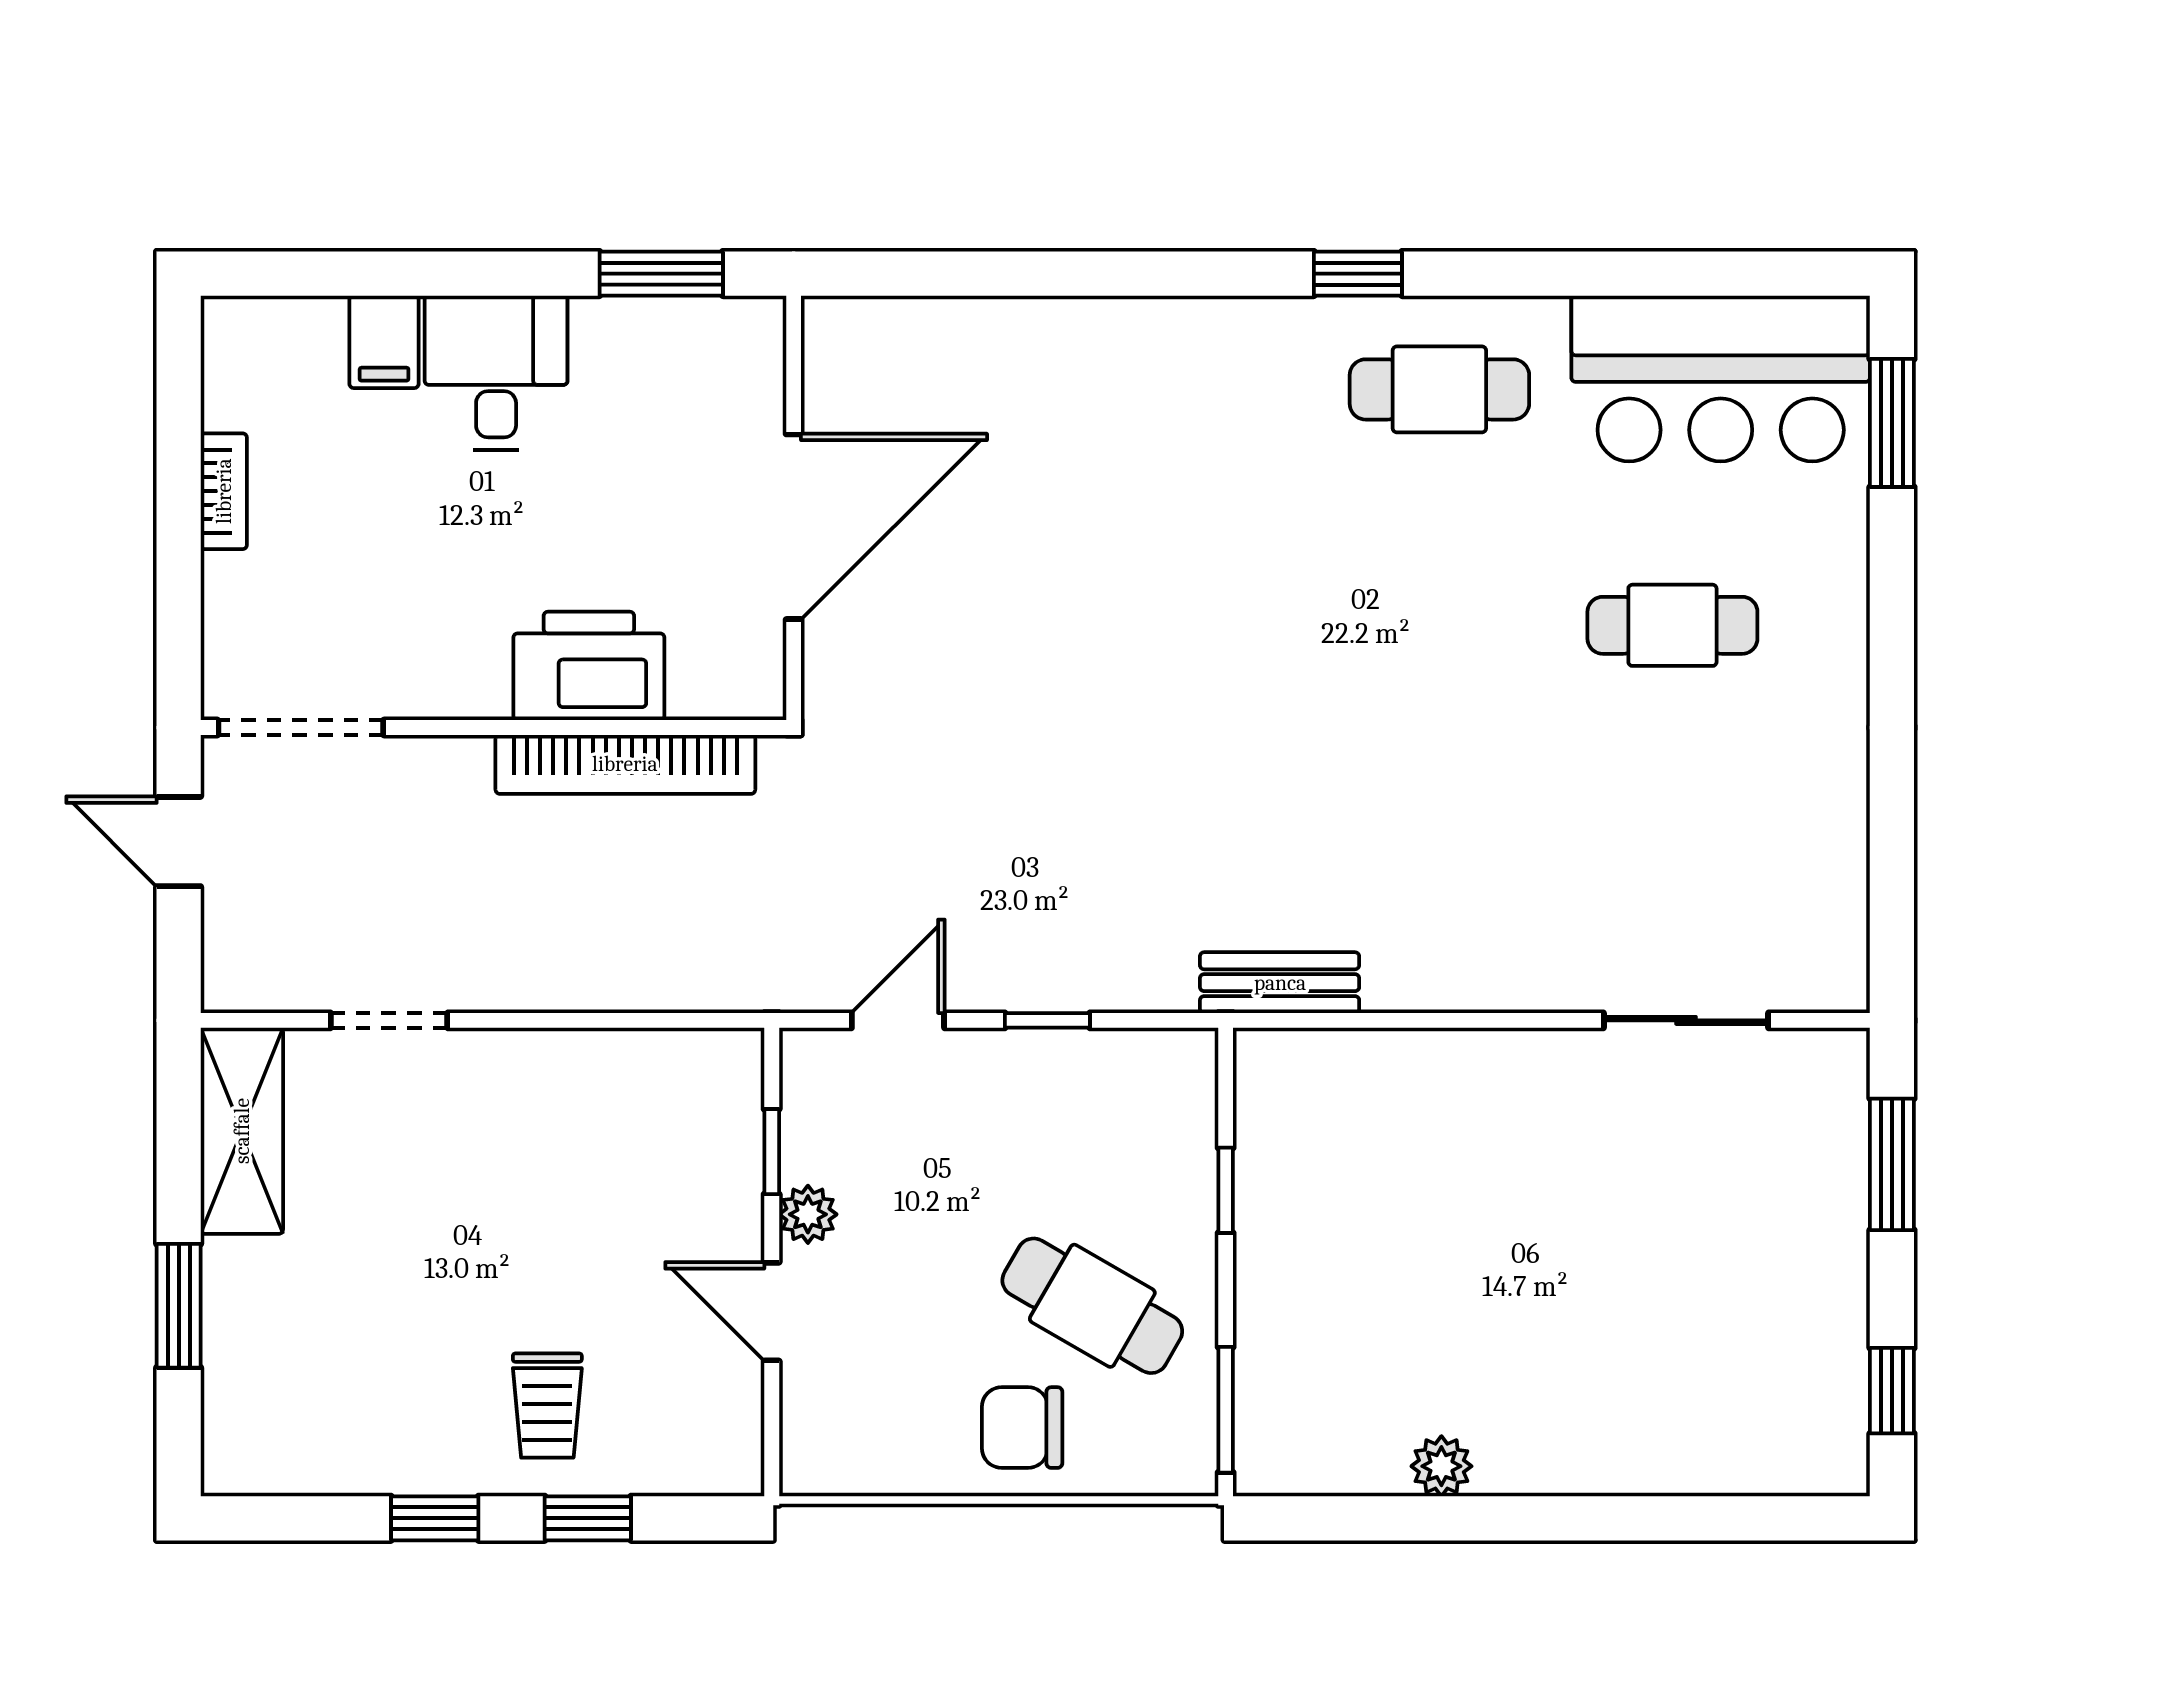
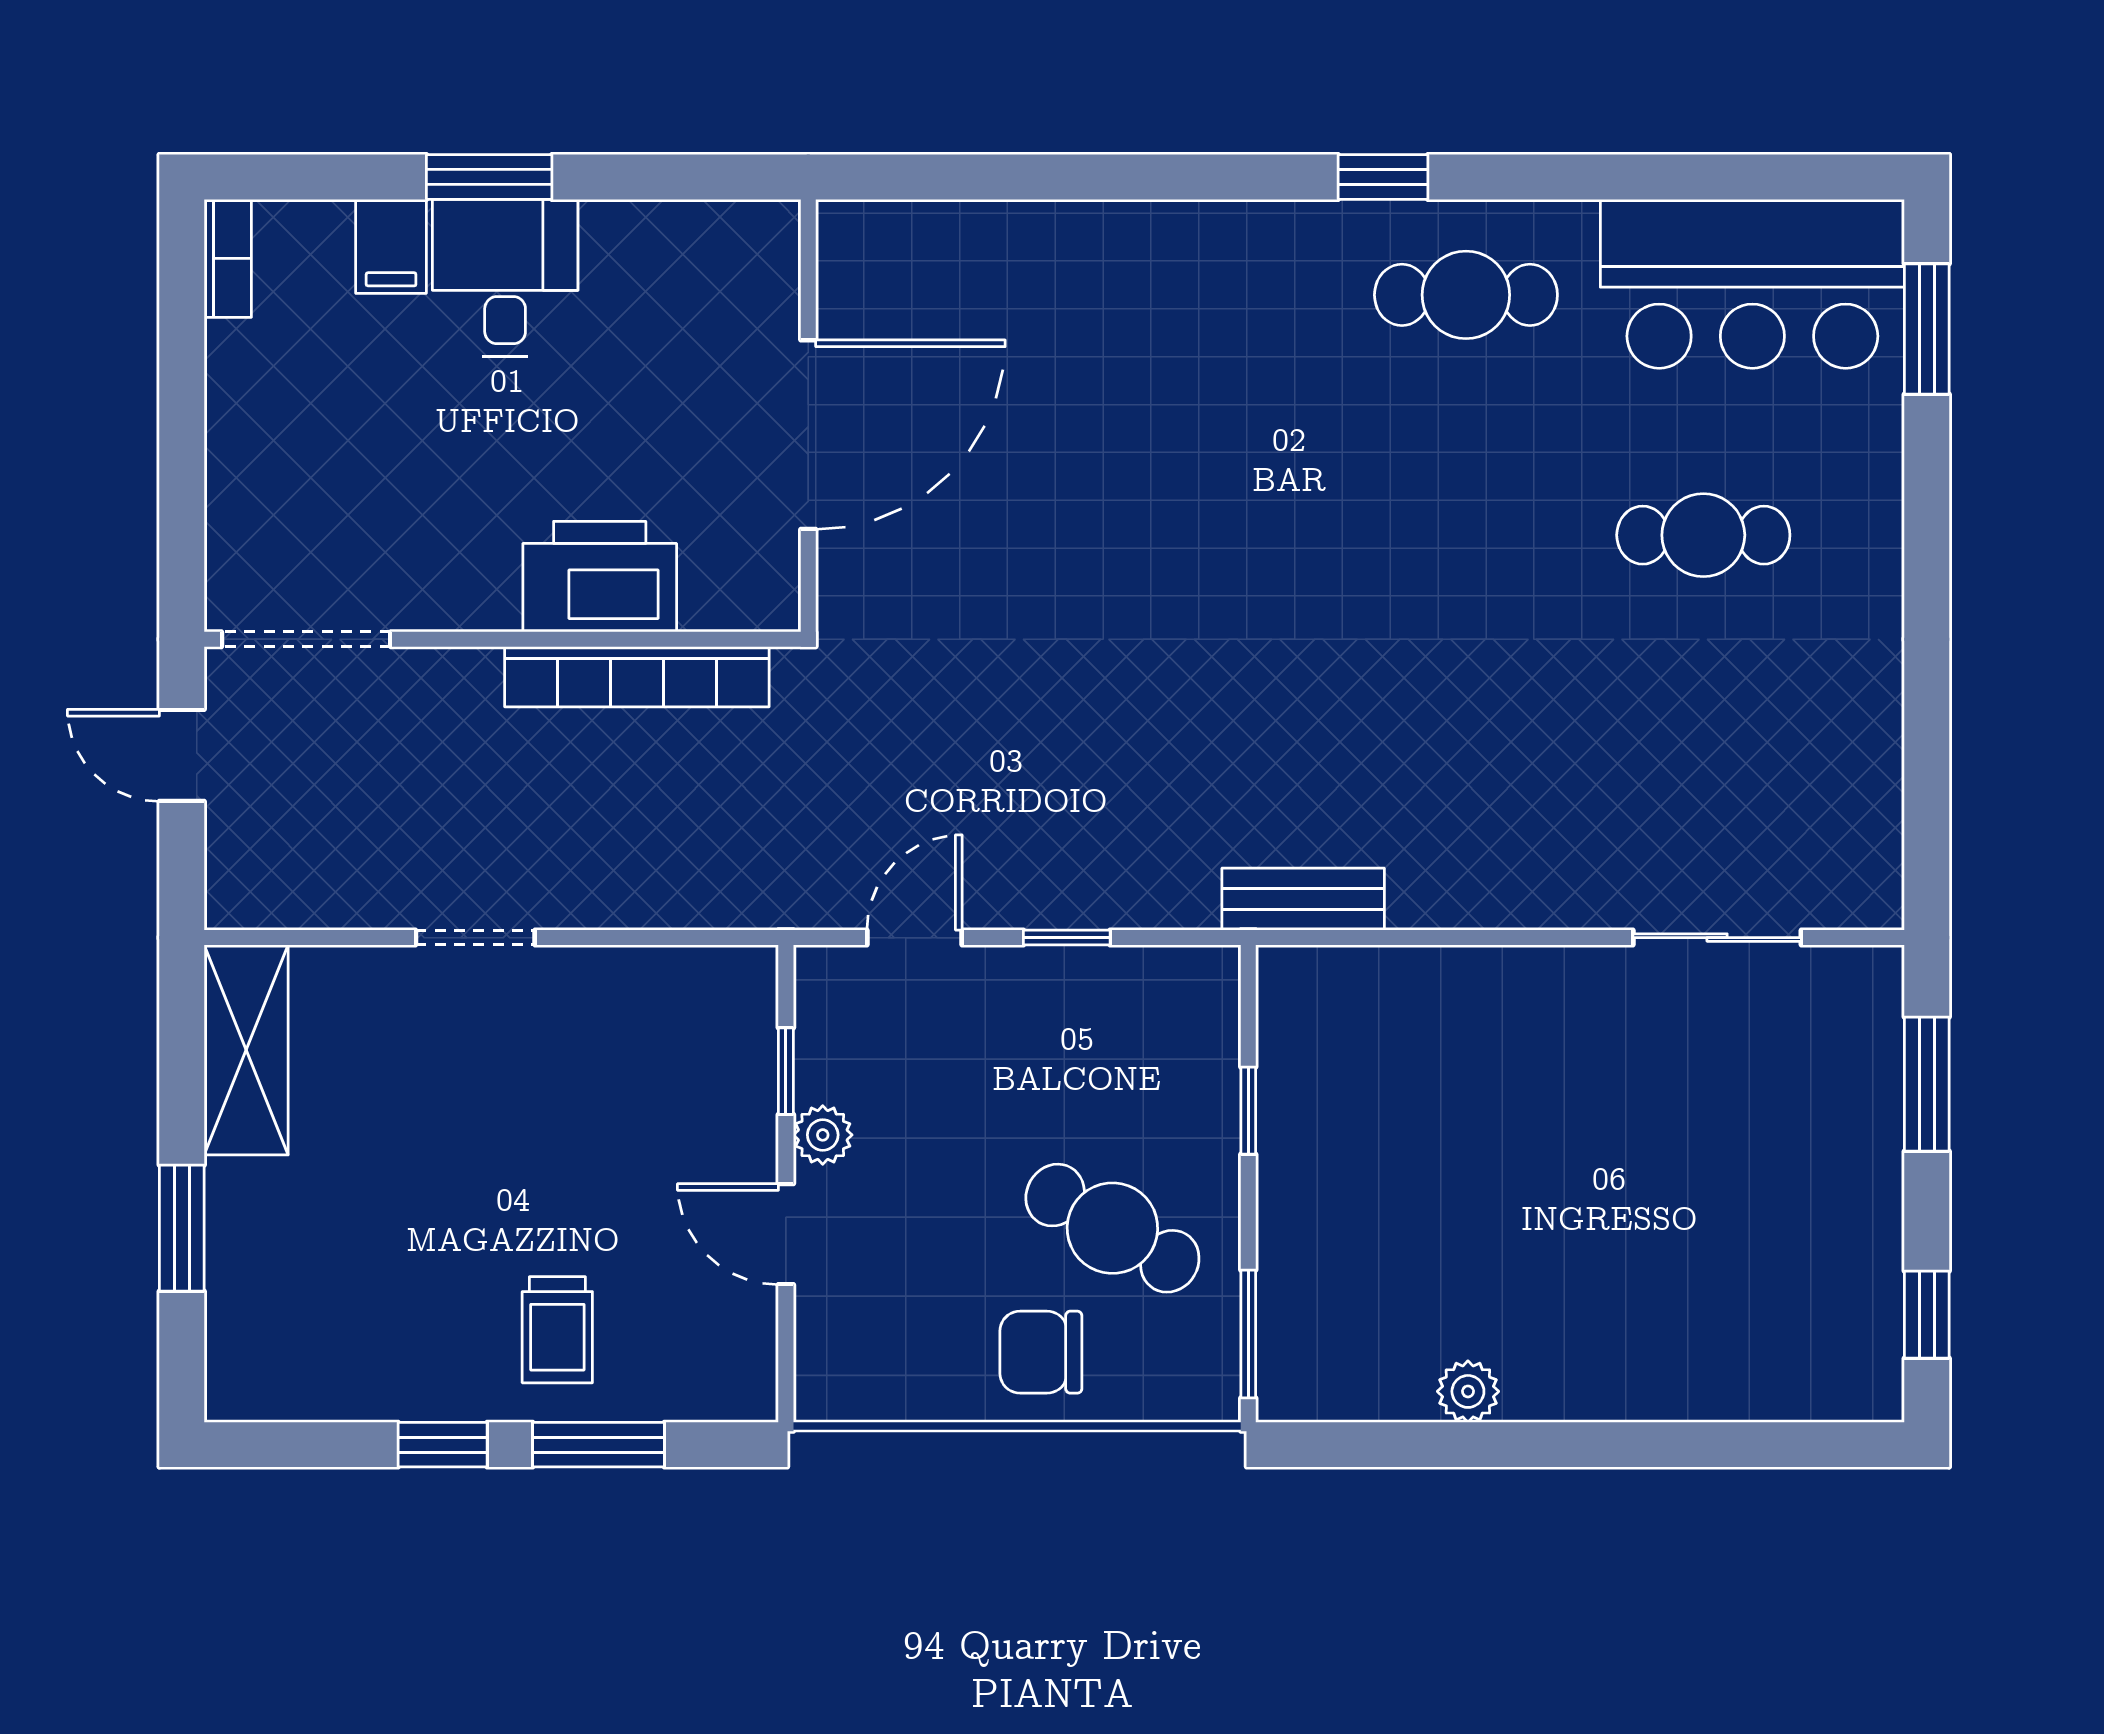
window: (661, 274) -> (489, 177), moved
bookcase: (224, 491) -> (228, 258), moved
doorway: (389, 1020) -> (475, 938), moved
window: (588, 1518) -> (599, 1445), width x1.50

